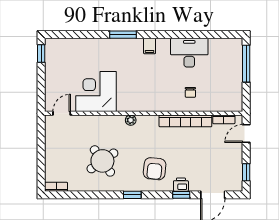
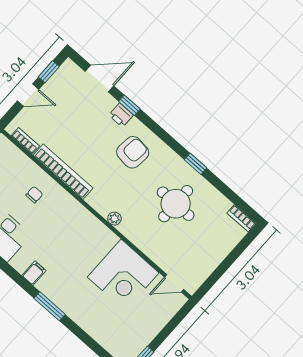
door: (246, 133) -> (28, 95), moved
round table: (102, 161) -> (176, 204), turned 35
window: (132, 195) -> (195, 164), moved

